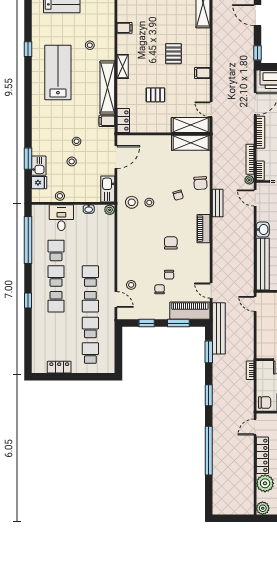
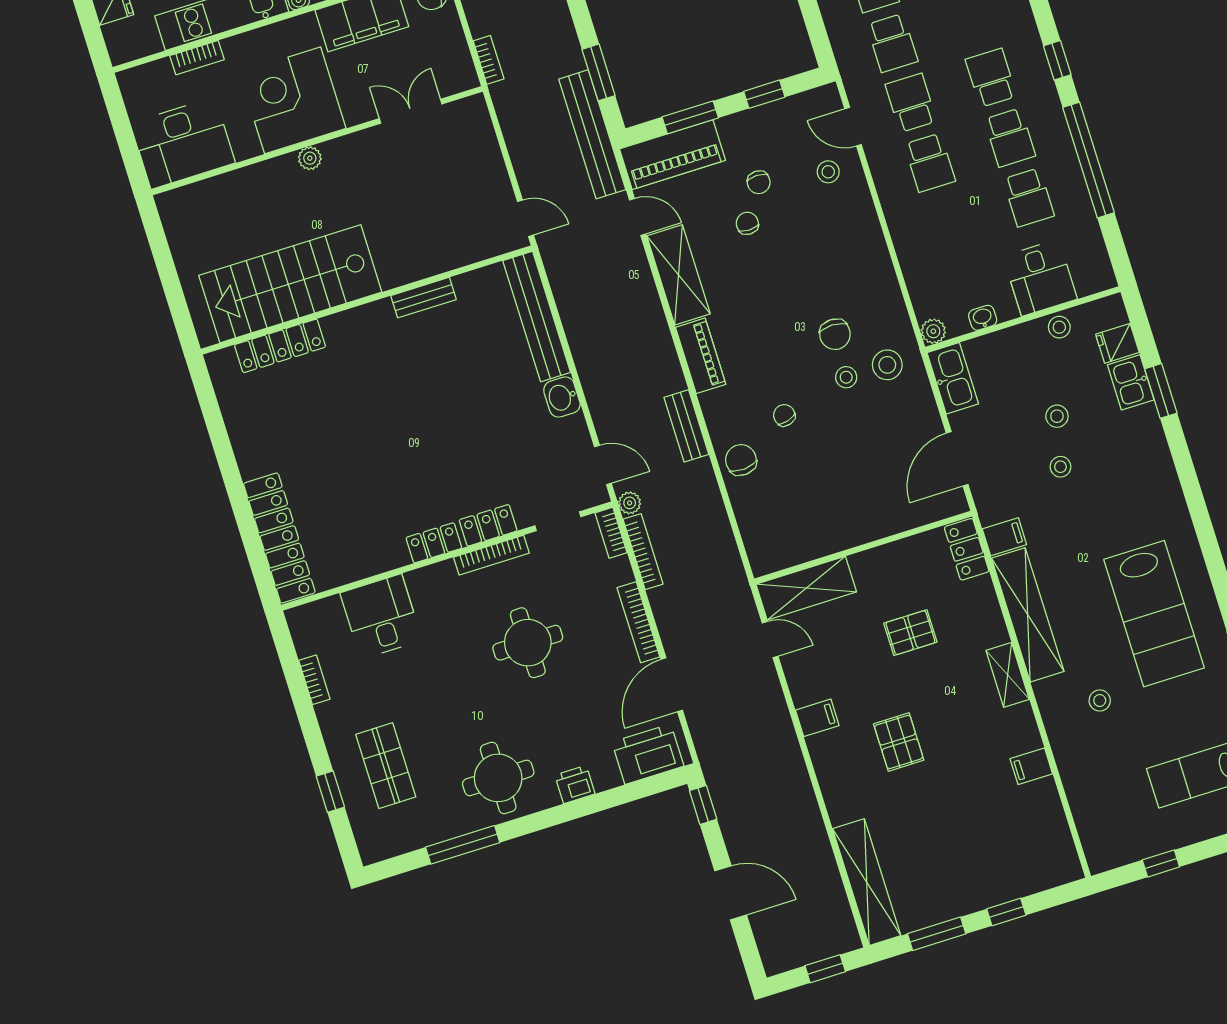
shelving: (191, 143) -> (678, 275), moved, turned 90
window: (28, 240) -> (1088, 160), moved
chair: (171, 243) -> (835, 334), moved

